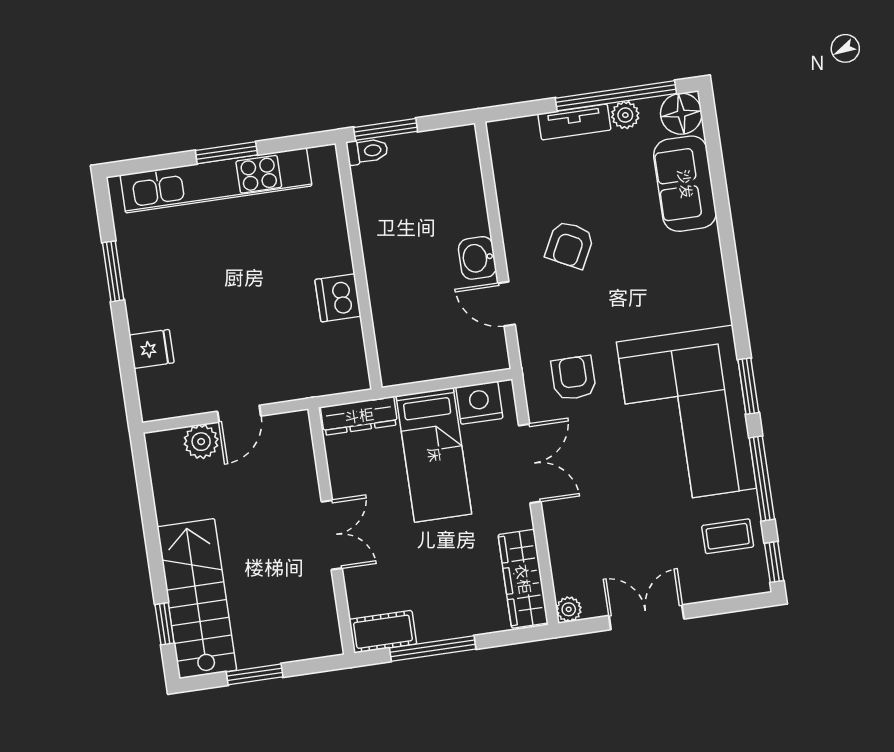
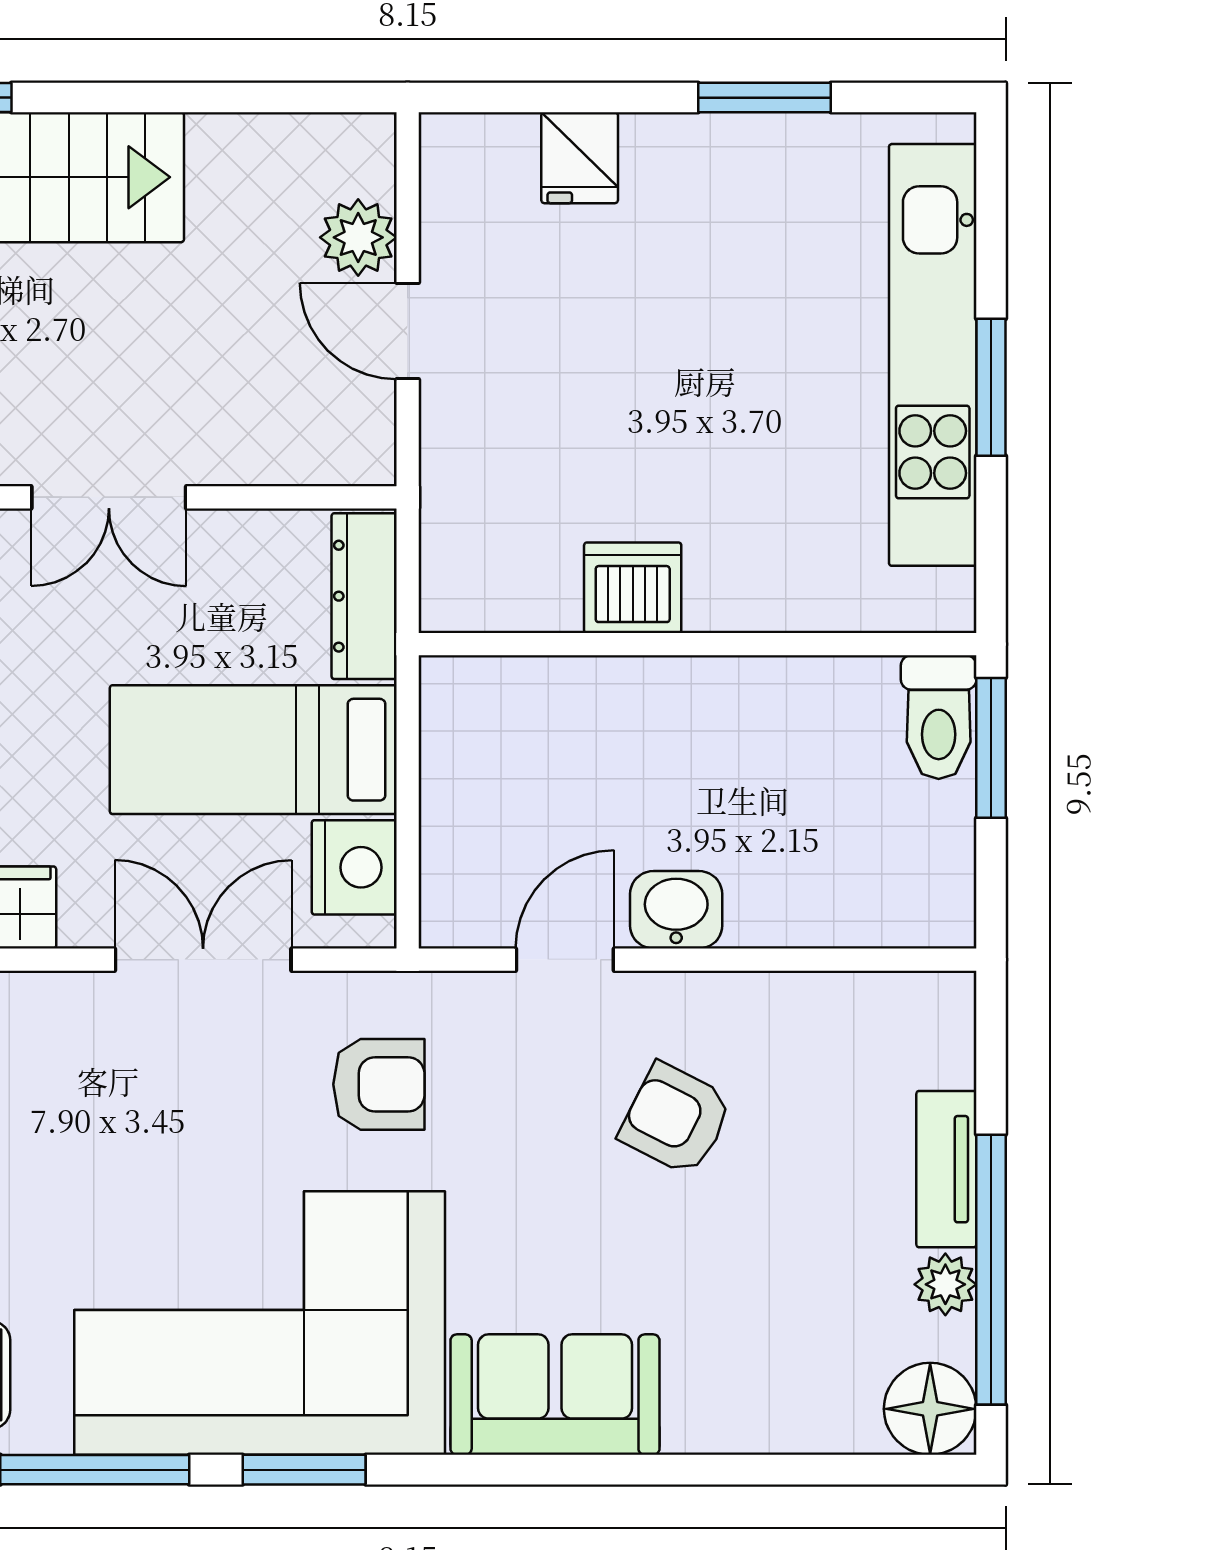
toilet: (367, 151) -> (939, 717), width x1.37, depth x1.39
sofa: (685, 184) -> (555, 1395), moved
double door: (530, 464) -> (203, 960), swing flipped

